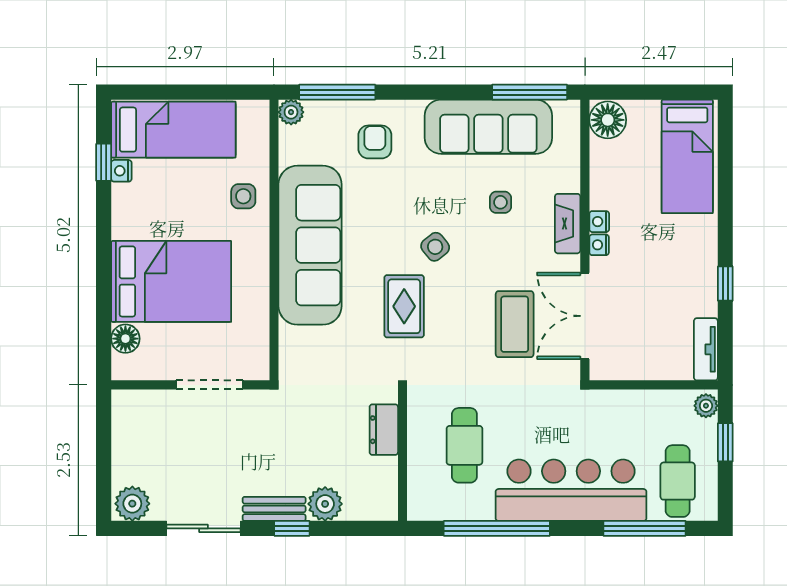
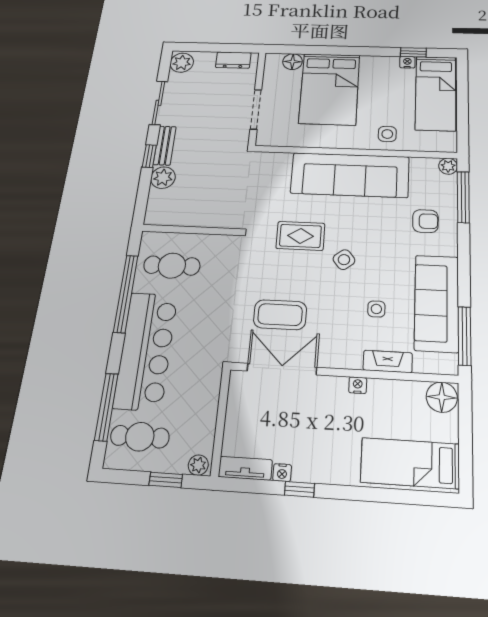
fireplace: (568, 224) -> (388, 361), moved
nightstand: (599, 245) -> (282, 473), moved, turned 180
dresser: (384, 430) -> (233, 60), moved, turned 180
cafe table: (464, 445) -> (172, 266), moved

